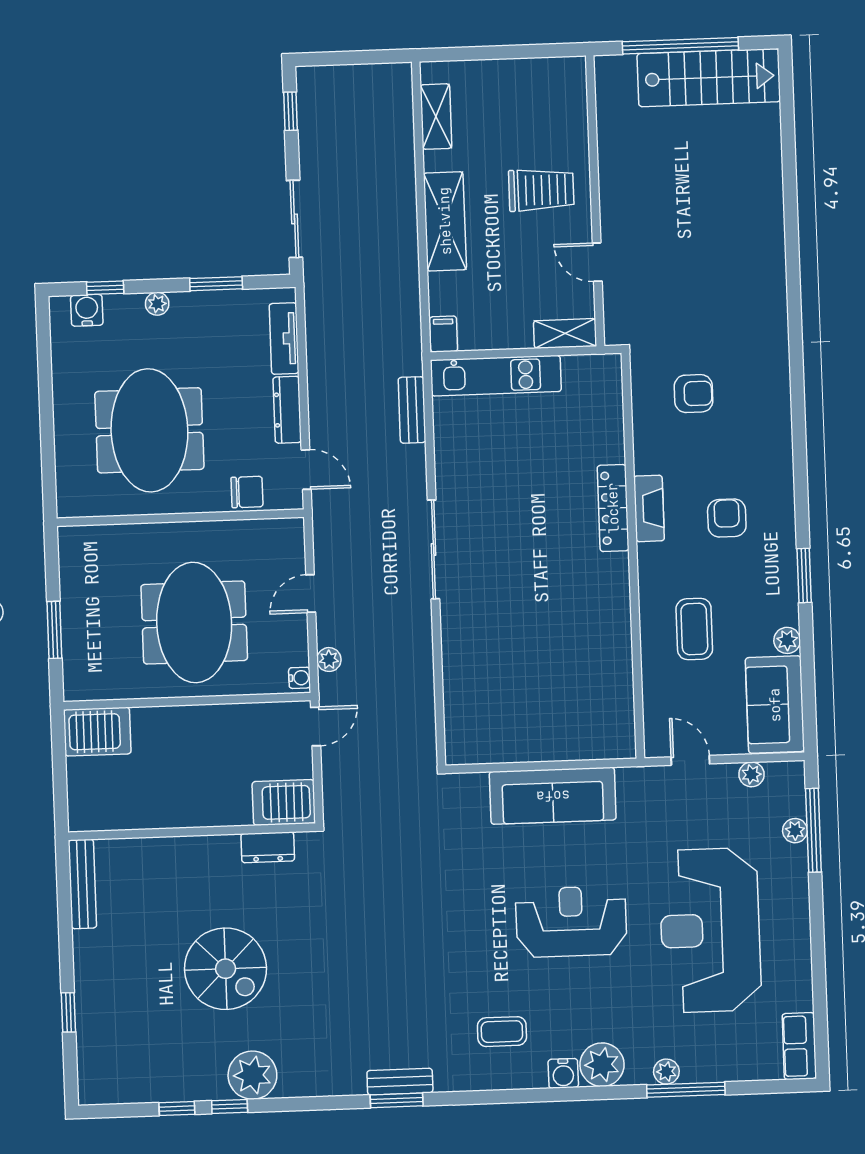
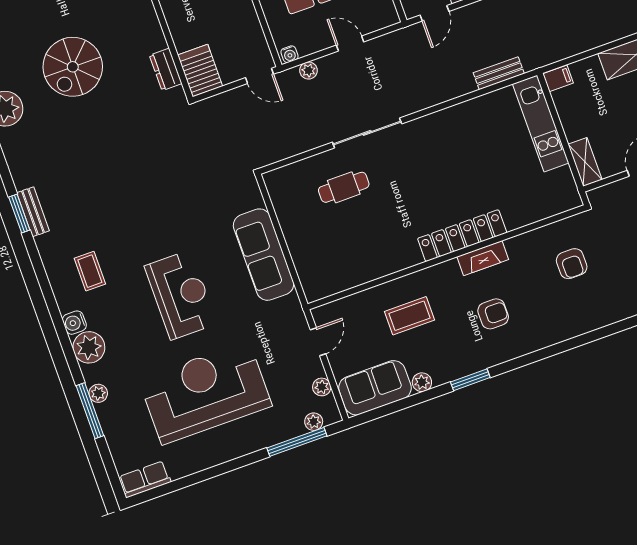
locker: (613, 508) -> (462, 236), width x1.41, depth x1.21
sliding door: (434, 549) -> (367, 133), moved
cafe table: (498, 662) -> (344, 187), added
plant: (795, 831) -> (314, 422), moved

